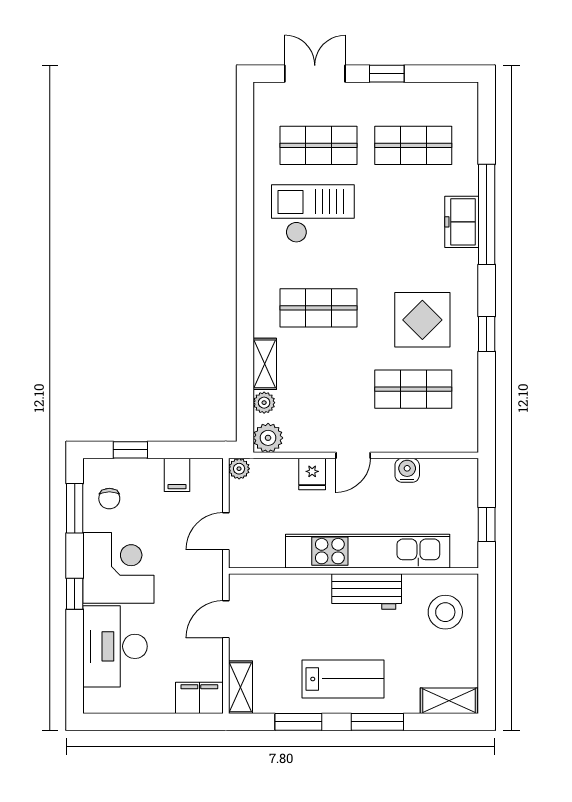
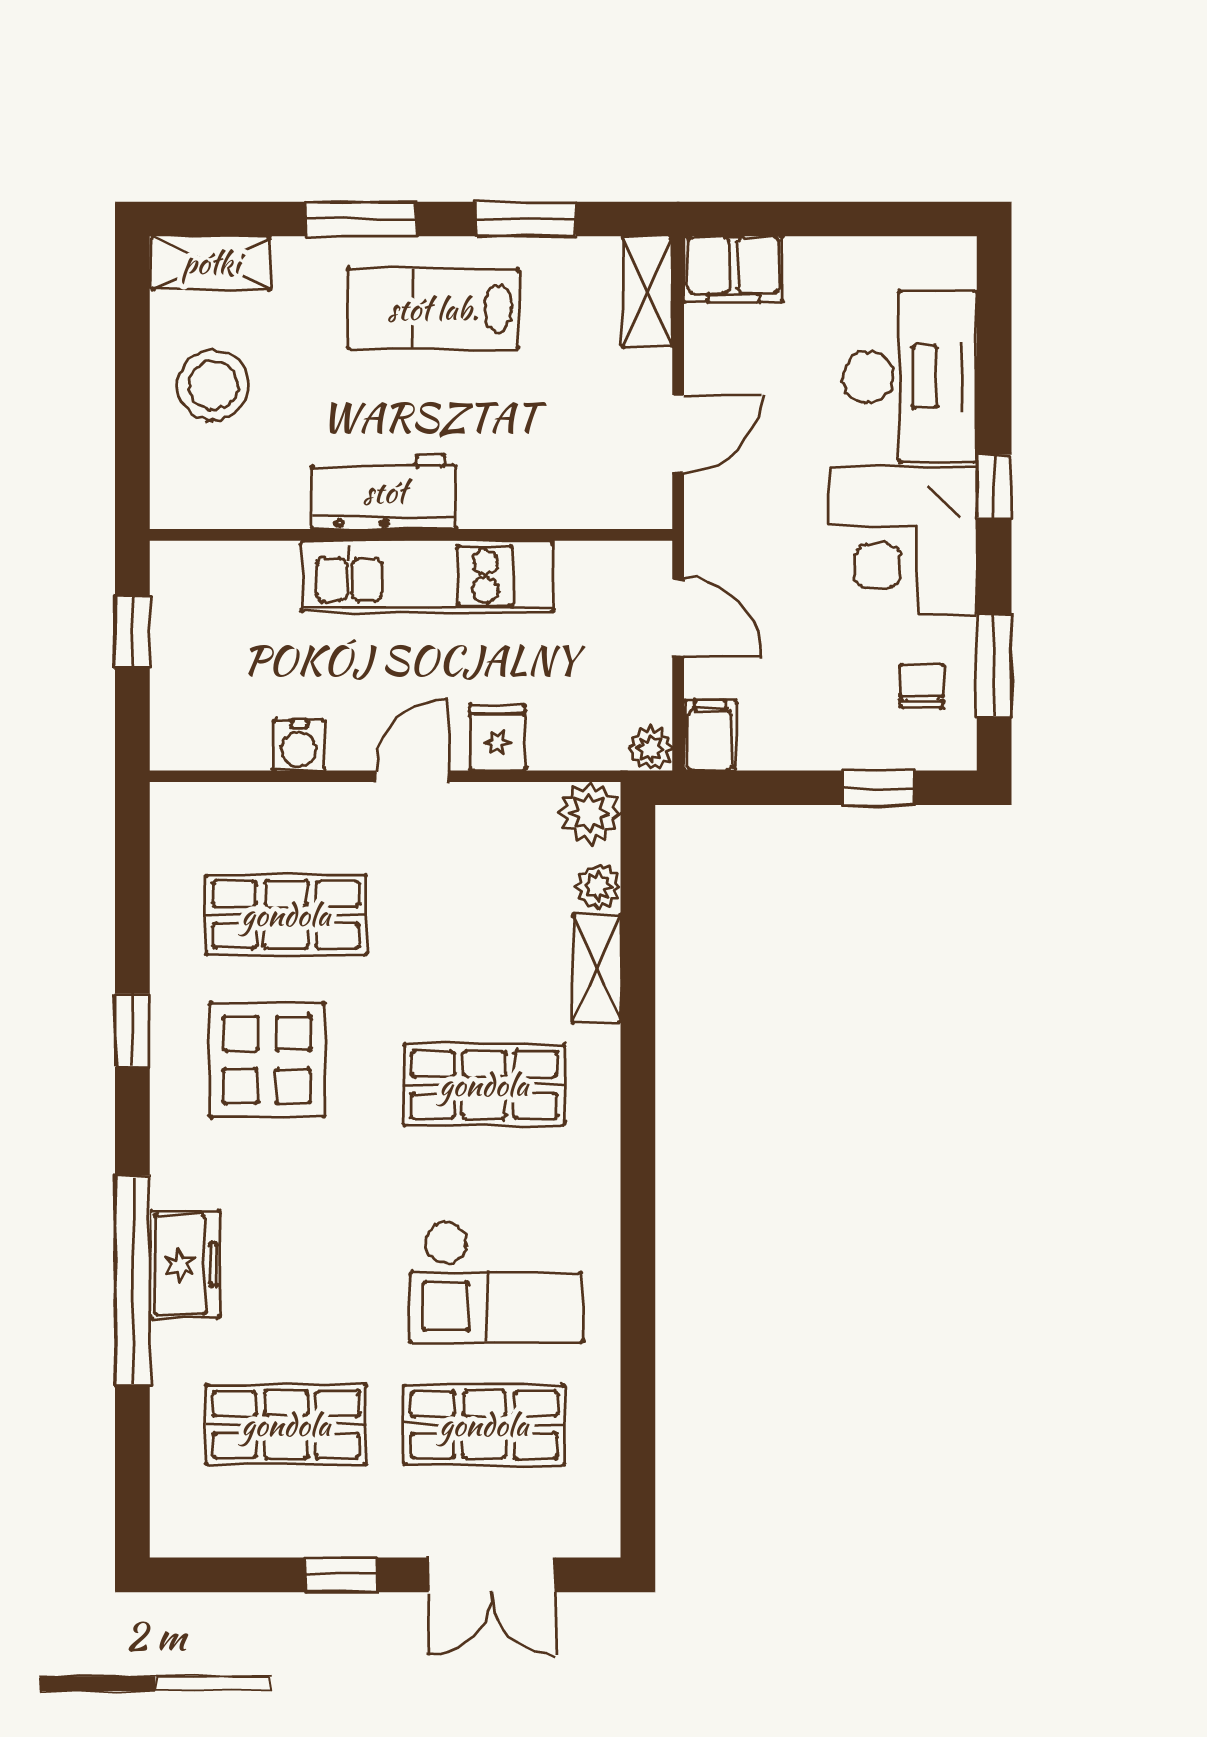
filing cabinet: (177, 475) -> (710, 735), moved
door: (226, 531) -> (678, 618), hinge flipped
kitchen unit: (368, 551) -> (427, 576), width x0.73
stool: (445, 612) -> (213, 385), moved

